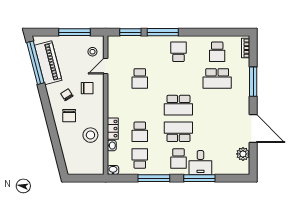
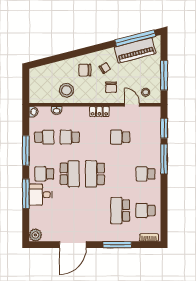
school desk: (178, 52) -> (146, 174), turned 180
locker: (113, 129) -> (99, 111), moved
plant: (243, 154) -> (35, 235), moved

